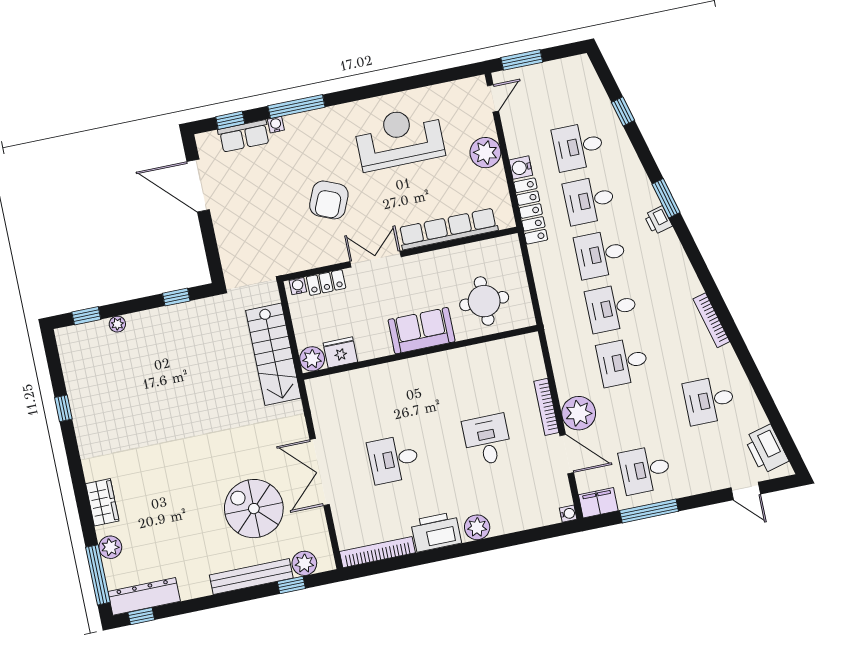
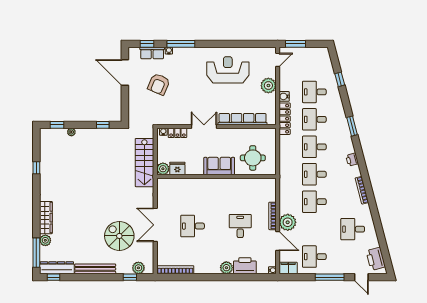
armchair: (329, 200) -> (159, 84), moved
printer: (658, 220) -> (352, 160), moved
wardrobe: (102, 502) -> (46, 218), width x1.50
window: (649, 511) -> (330, 277), moved
printer: (436, 532) -> (245, 266), moved
bench: (251, 576) -> (95, 269), moved

